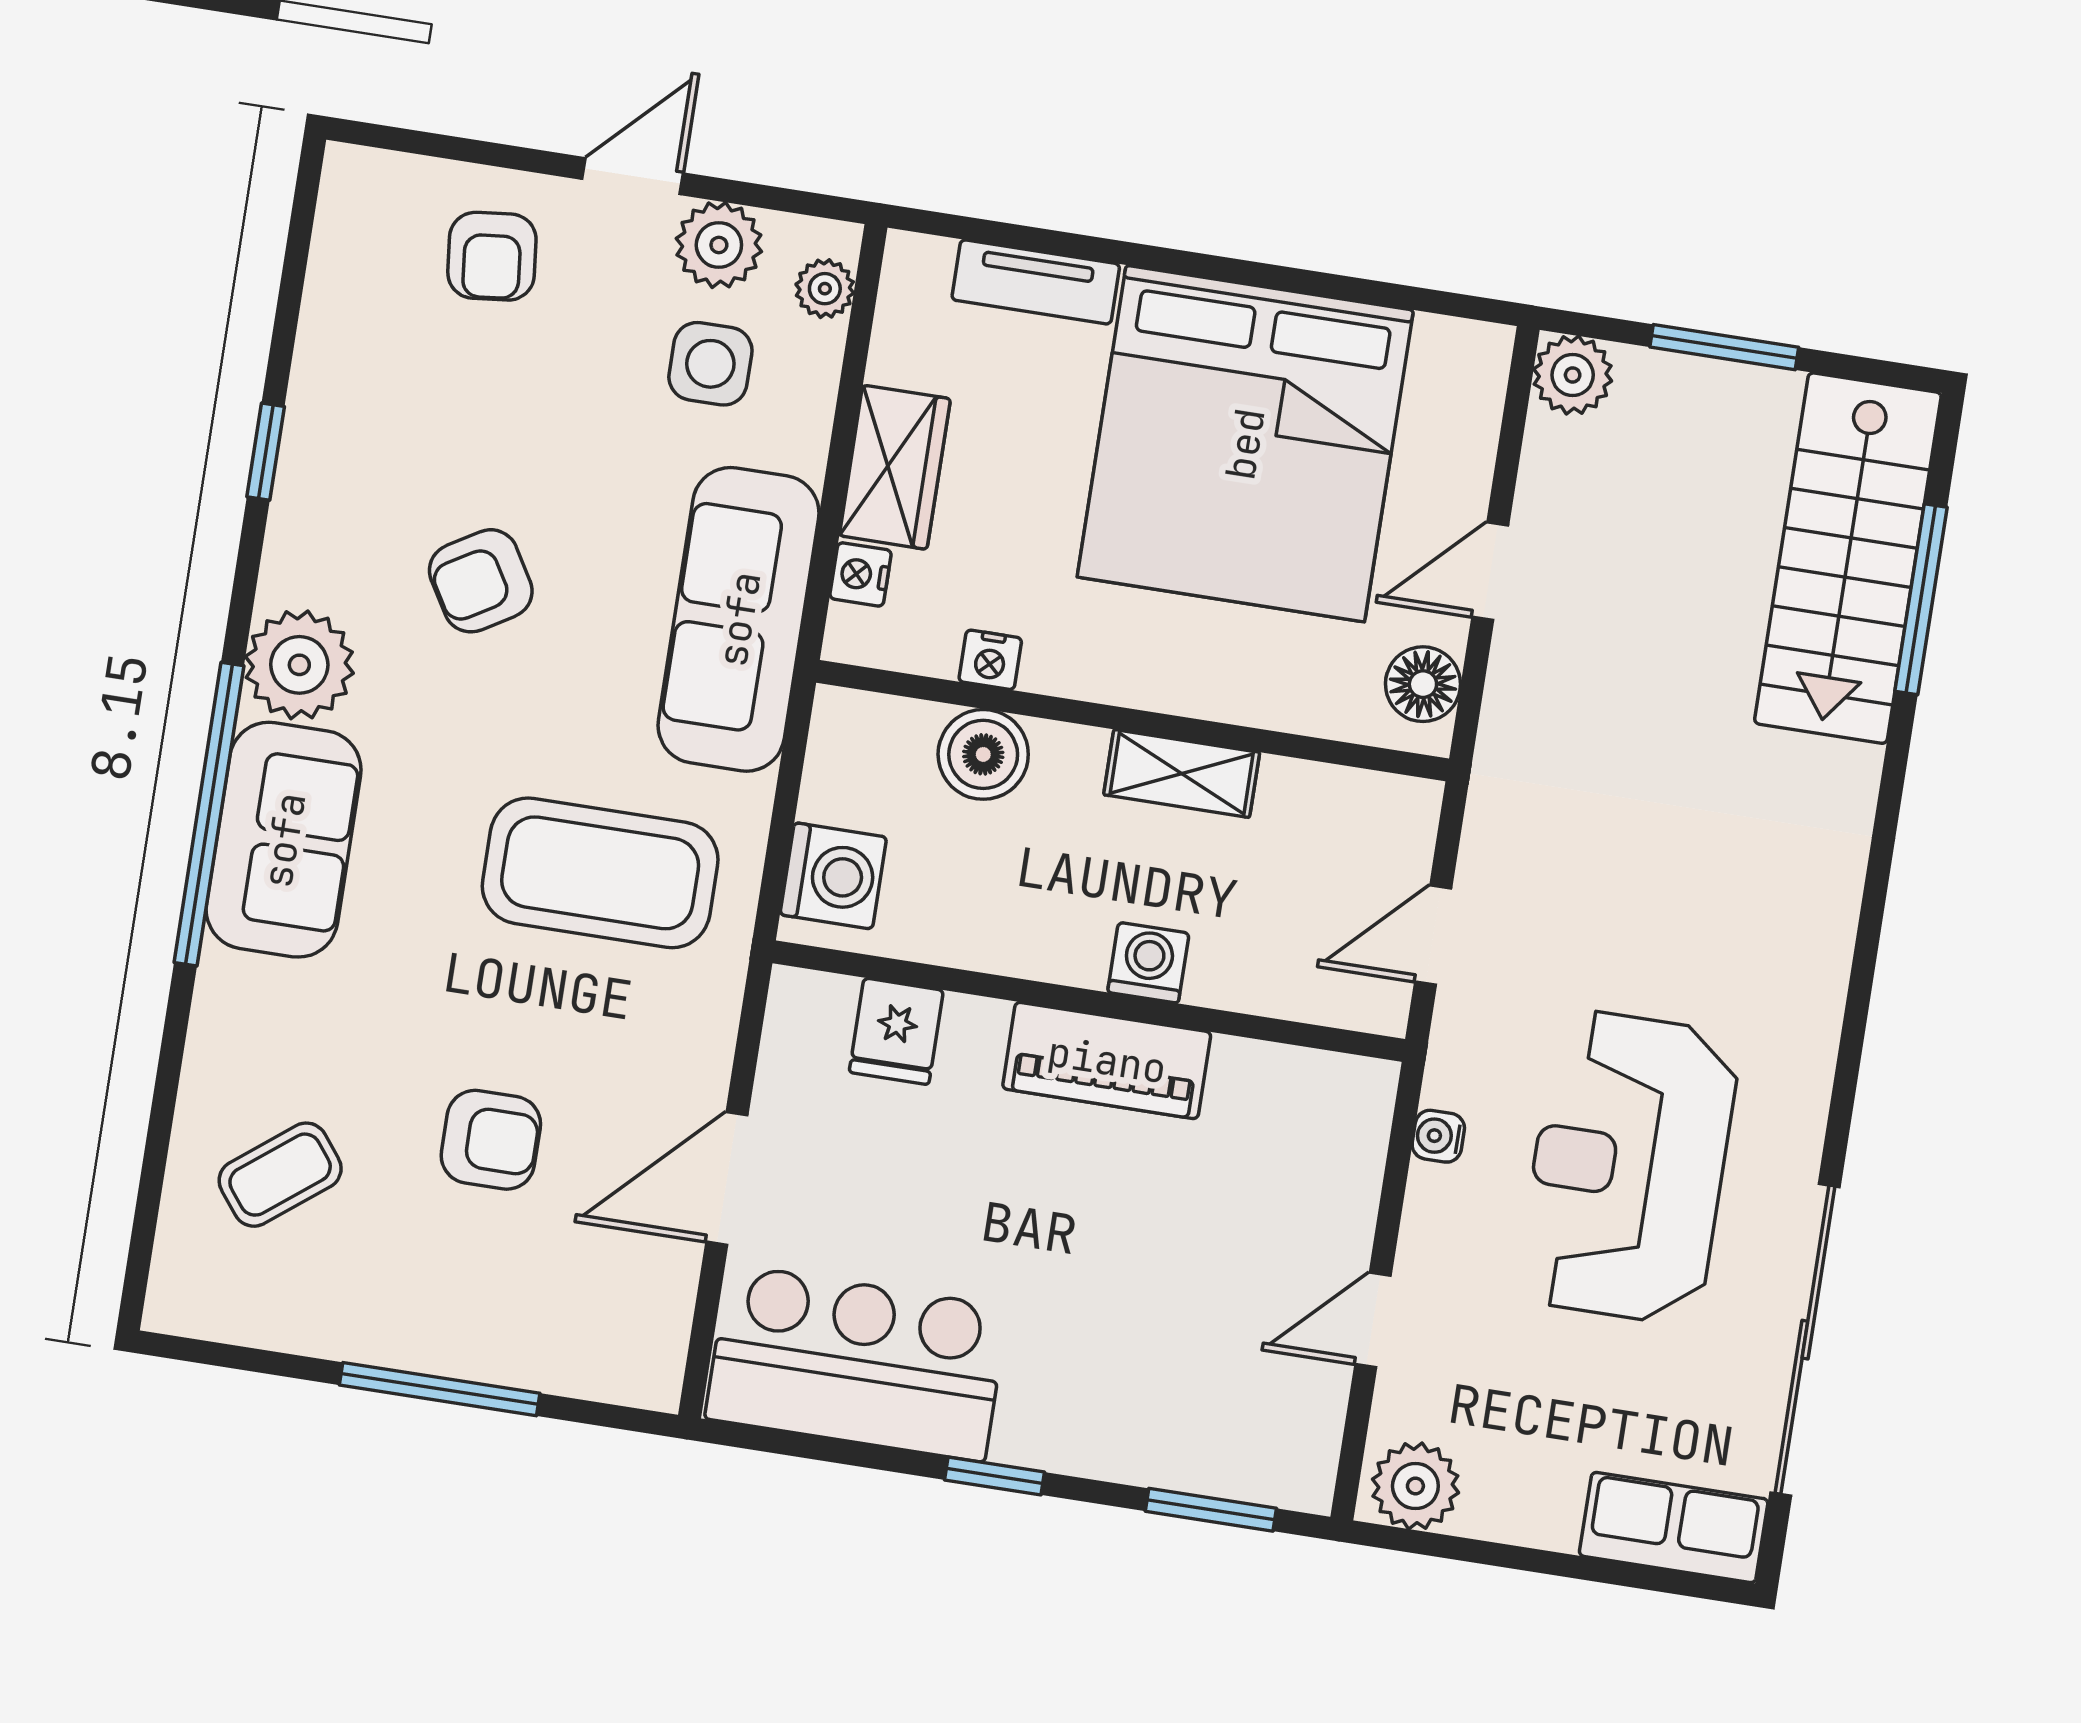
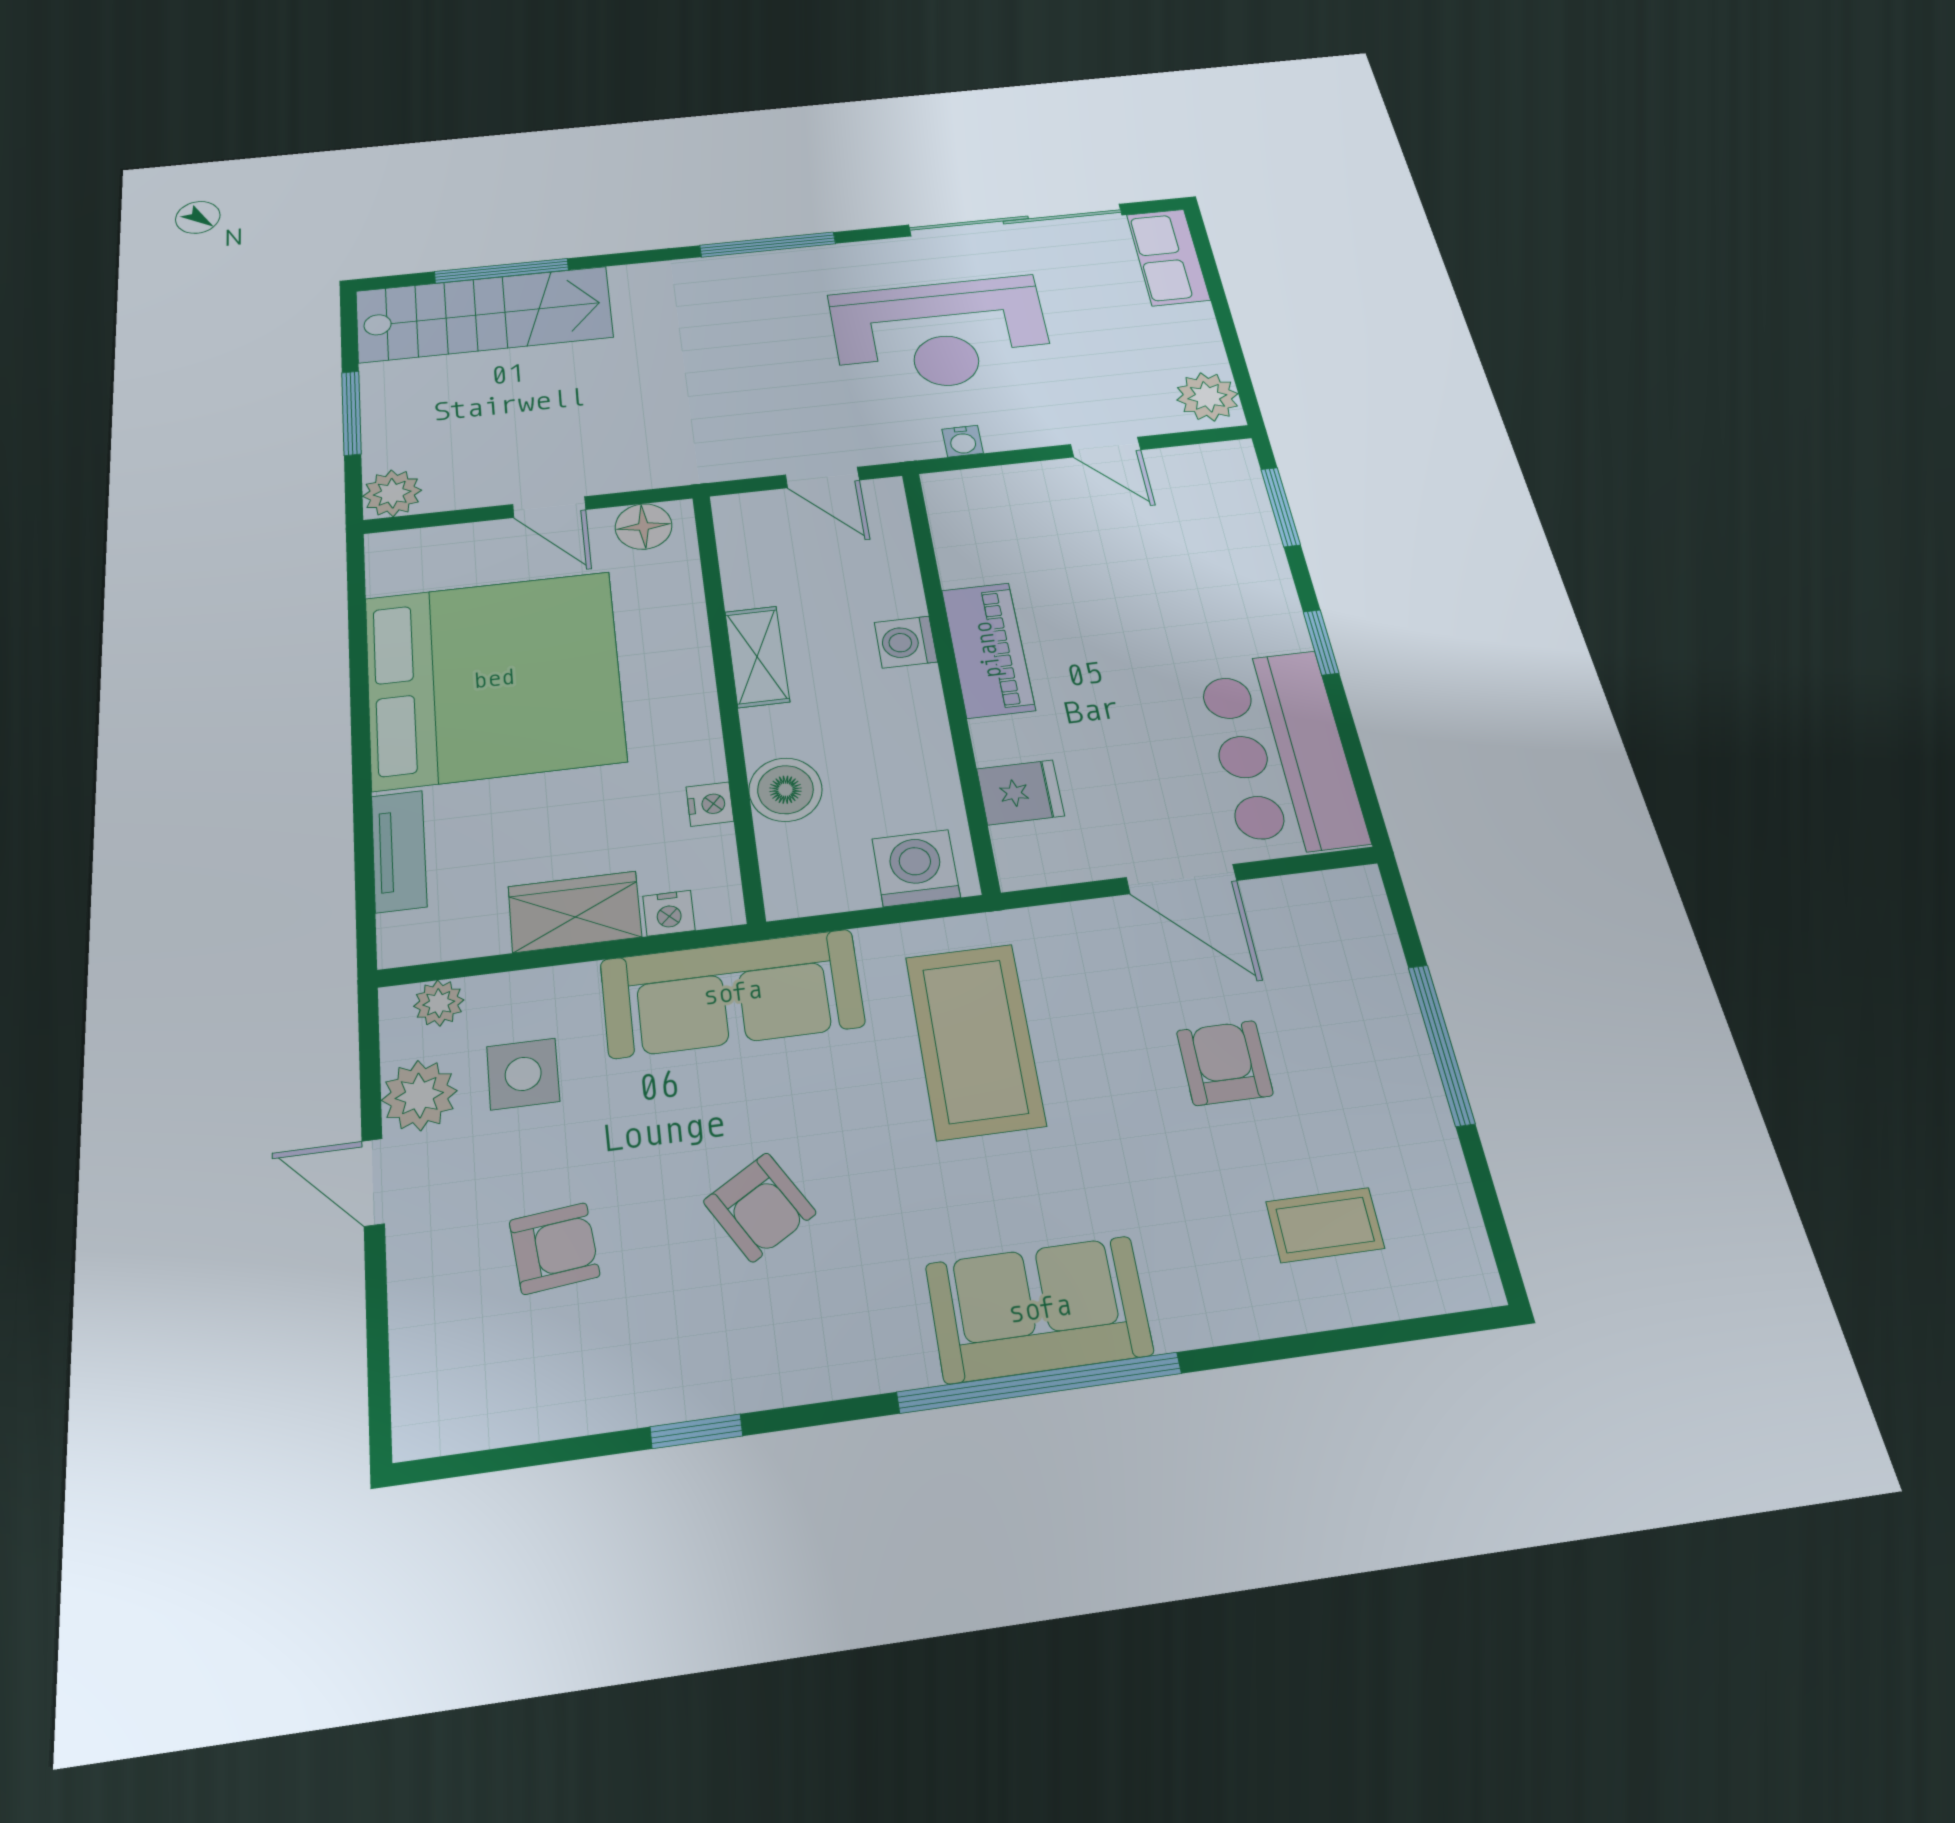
armchair: (492, 256) -> (554, 1248), moved
plant: (299, 665) -> (880, 1342), removed
window: (1861, 979) -> (768, 245), added
coffee table: (280, 1175) -> (1325, 1225), turned -52

